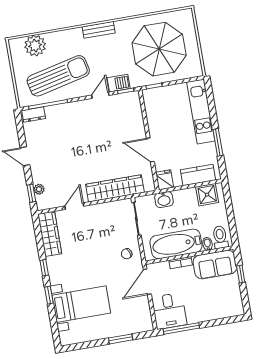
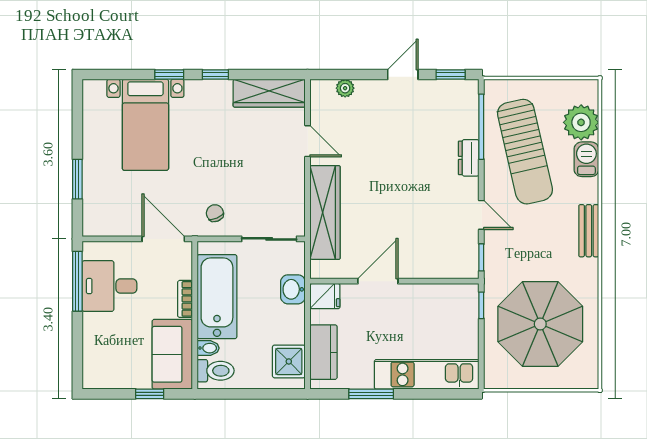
barbecue: (119, 83) -> (586, 159), moved, turned 180
dresser: (34, 115) -> (469, 158), moved
window: (31, 193) -> (451, 74), moved
desk: (169, 311) -> (109, 286), moved

